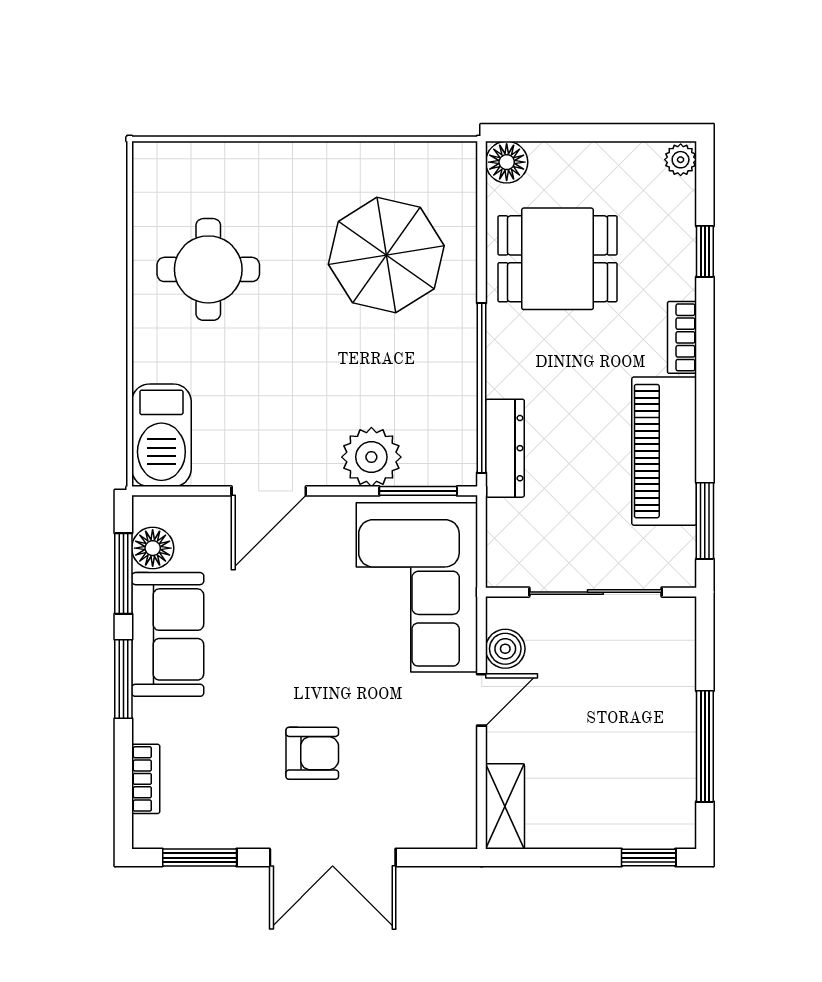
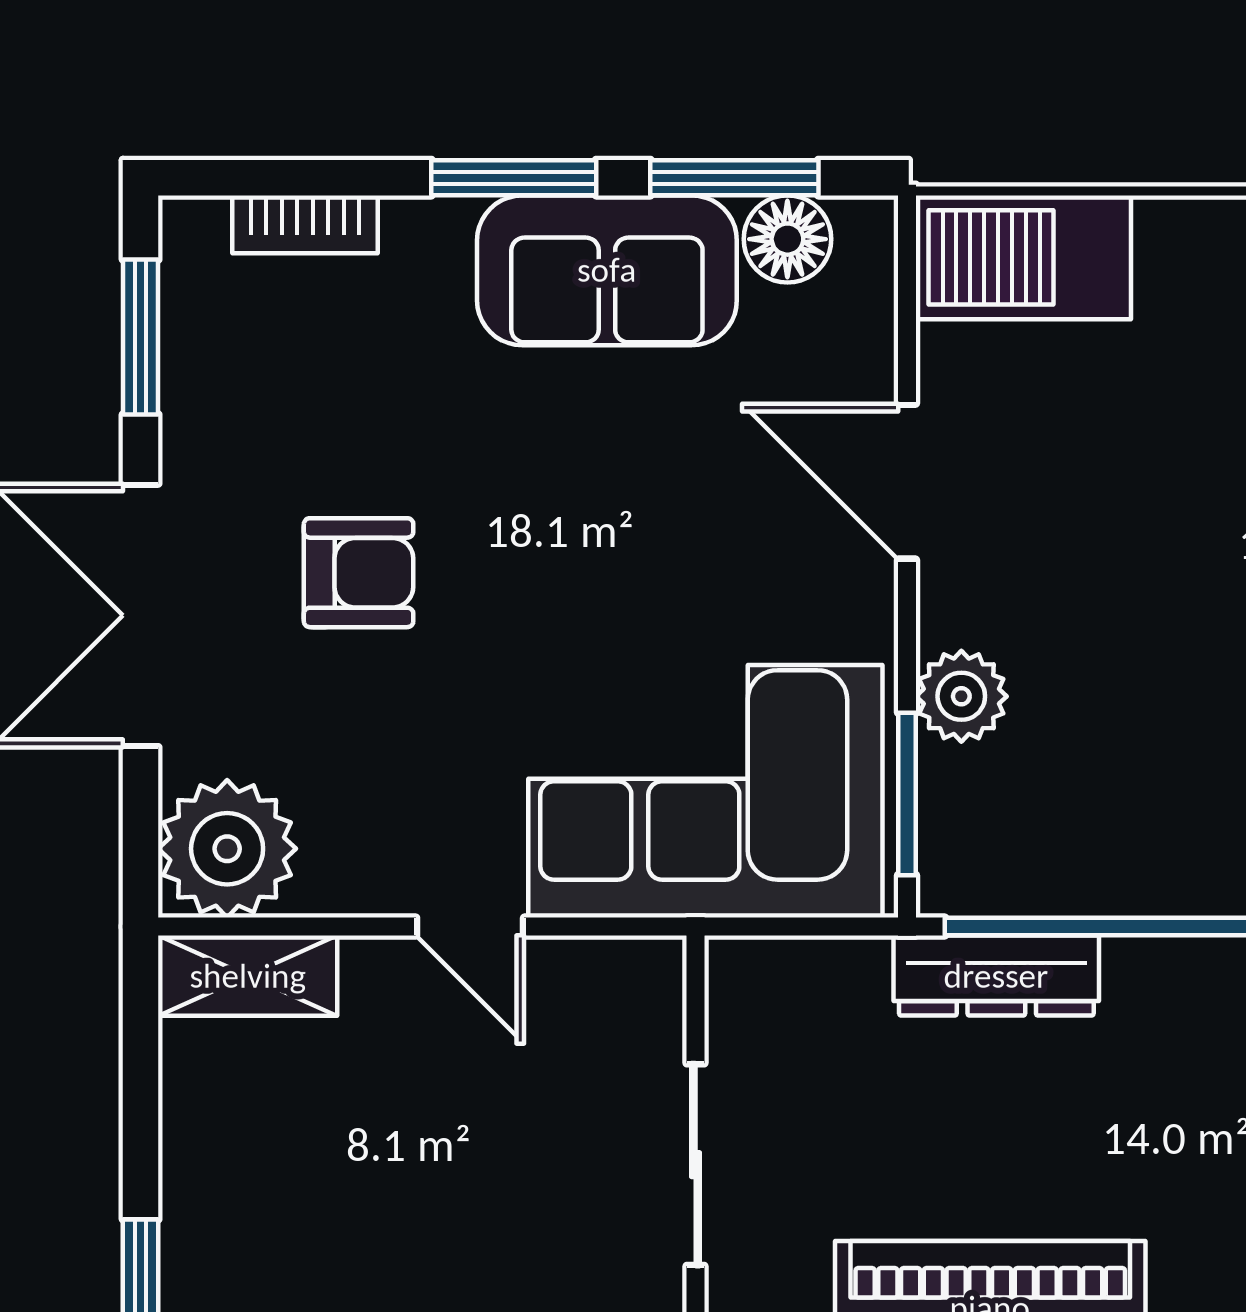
plant: (371, 457) -> (961, 696), width x0.73, depth x0.73
sliding door: (595, 592) -> (696, 1165), width x0.73
boiler: (505, 649) -> (577, 976), removed
armchair: (312, 753) -> (359, 573), turned -90
plant: (444, 816) -> (227, 849), added

